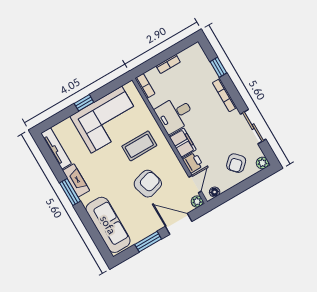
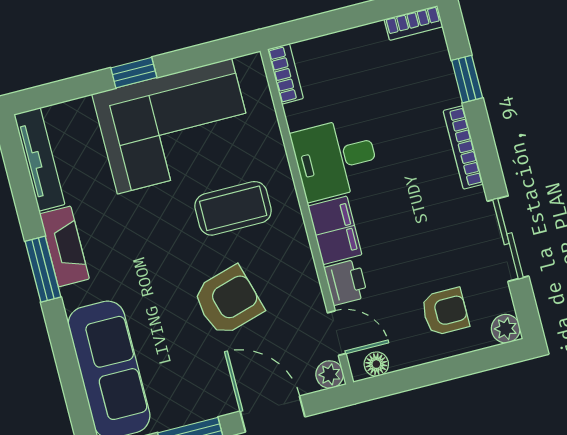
bookcase: (168, 64) -> (413, 23), moved
armchair: (236, 163) -> (445, 312), turned -137
door: (195, 184) -> (337, 333), hinge flipped

